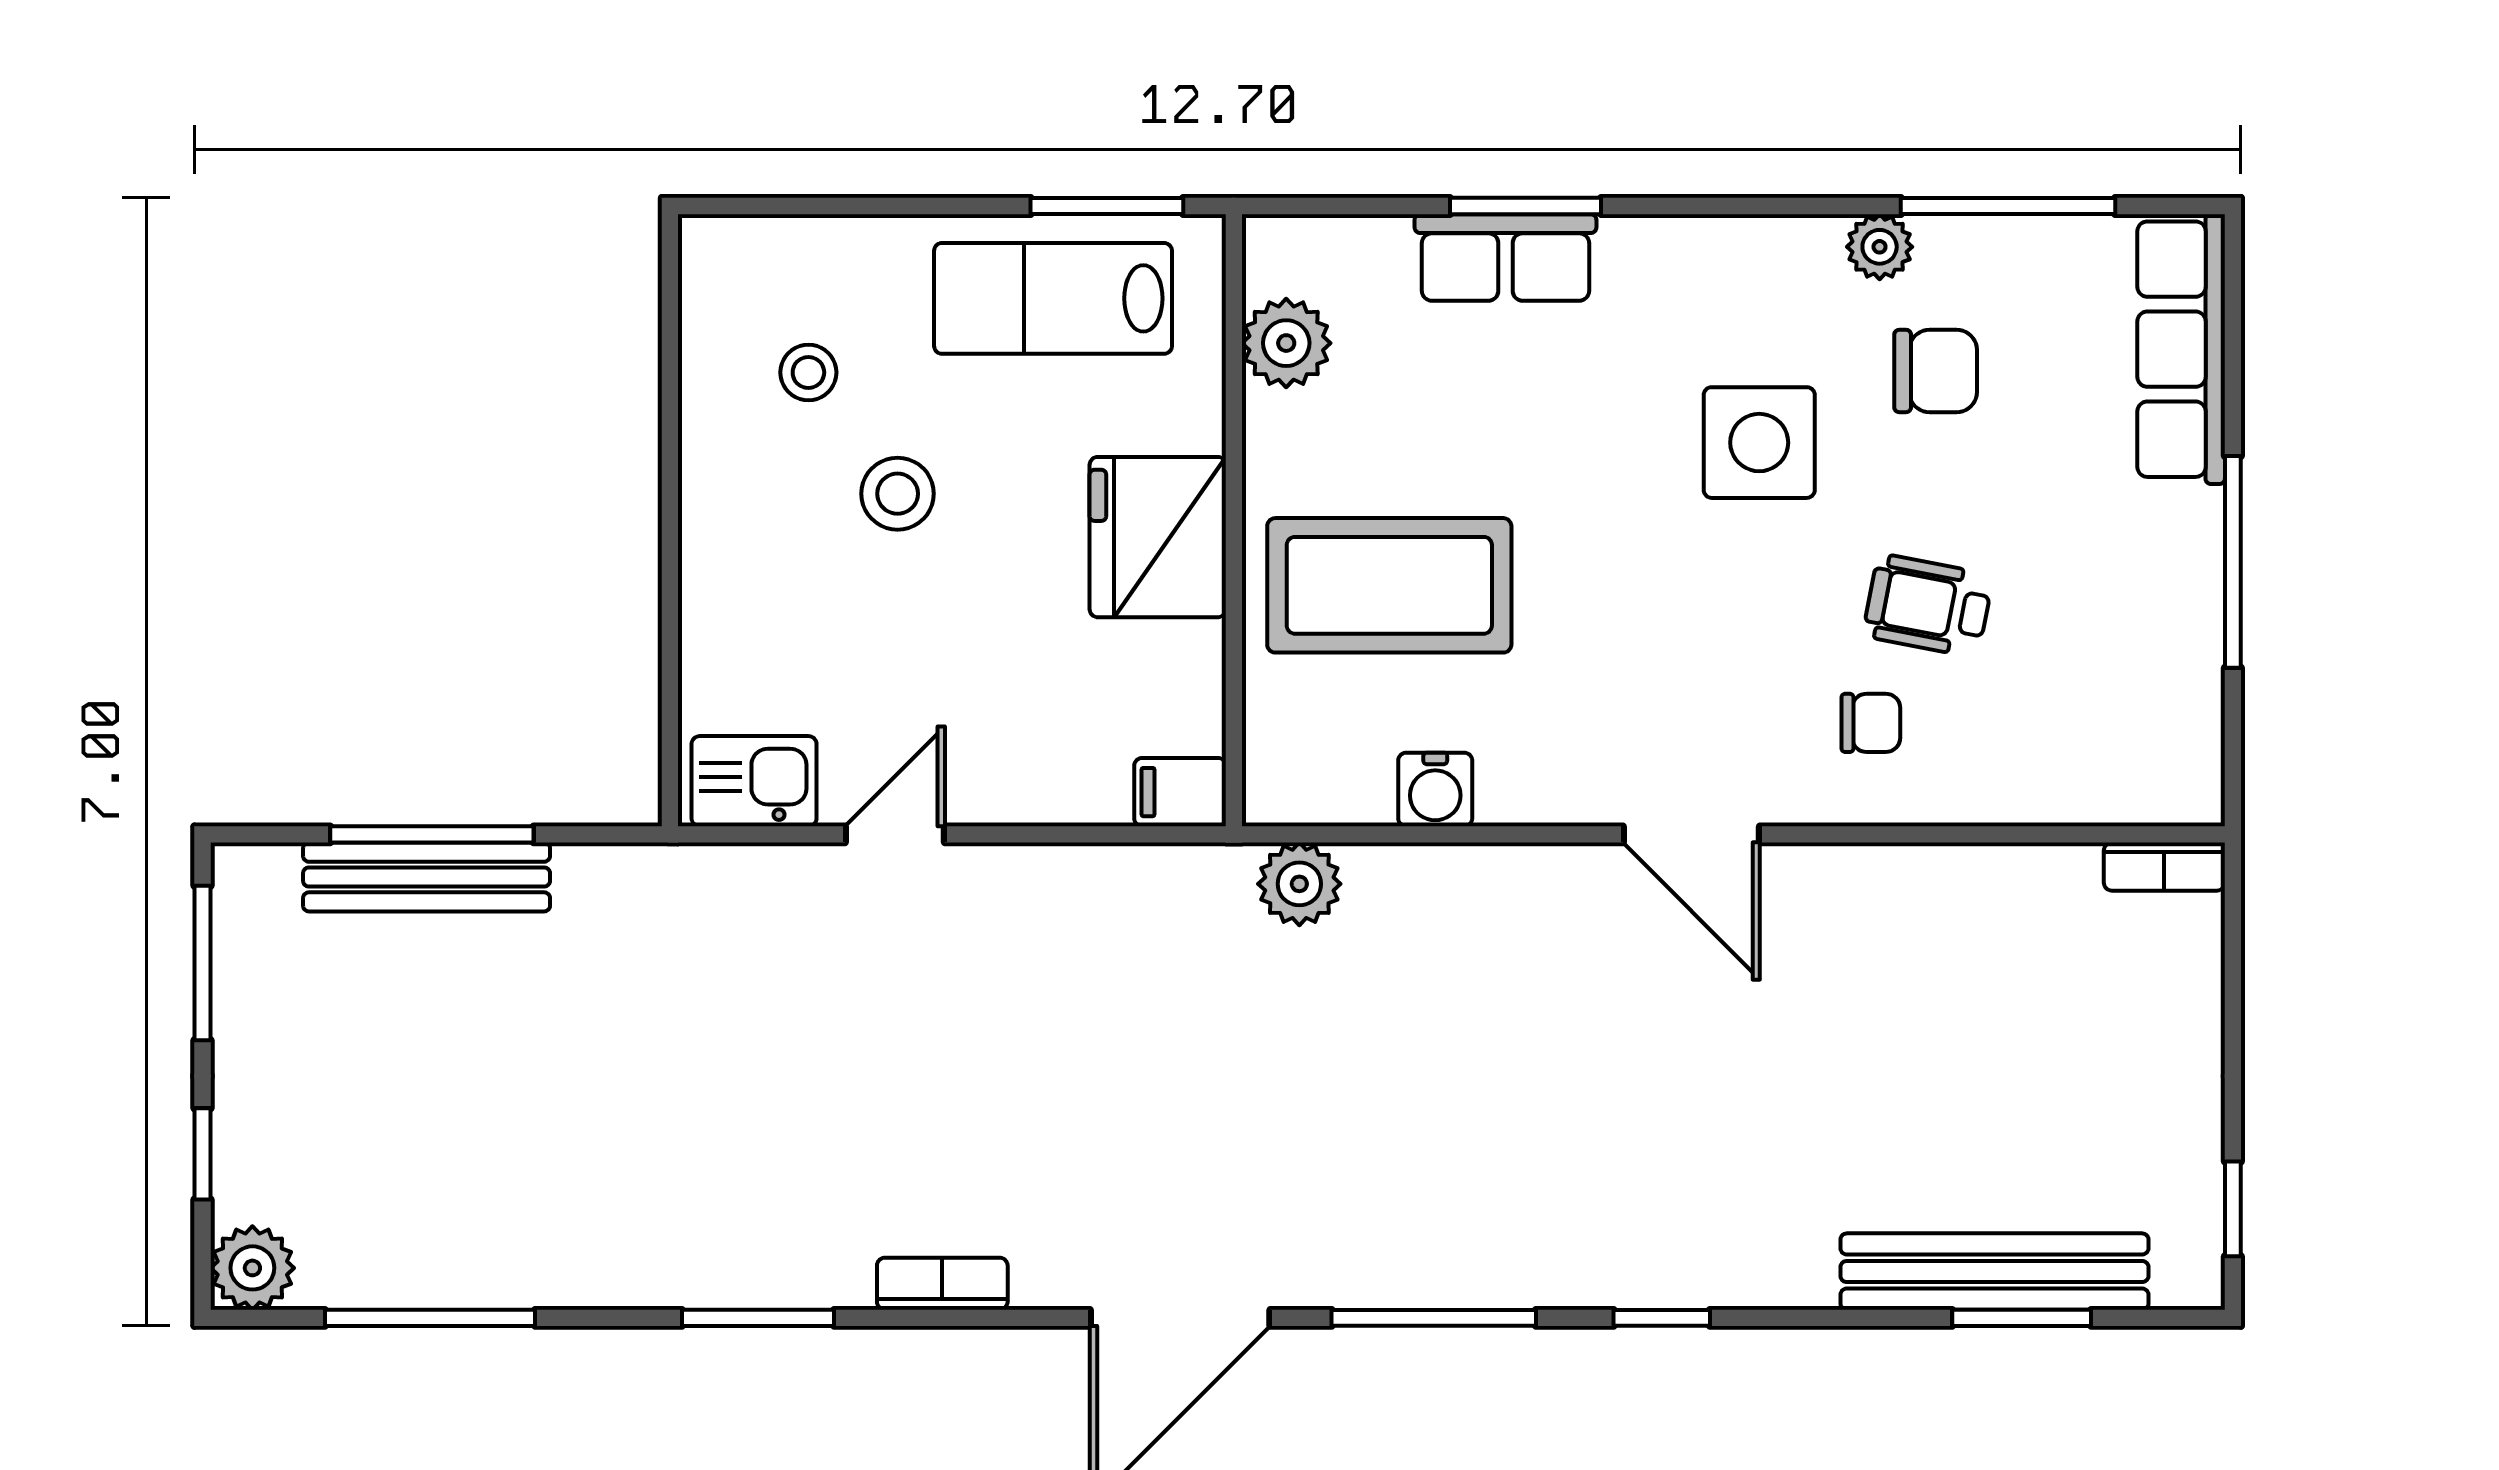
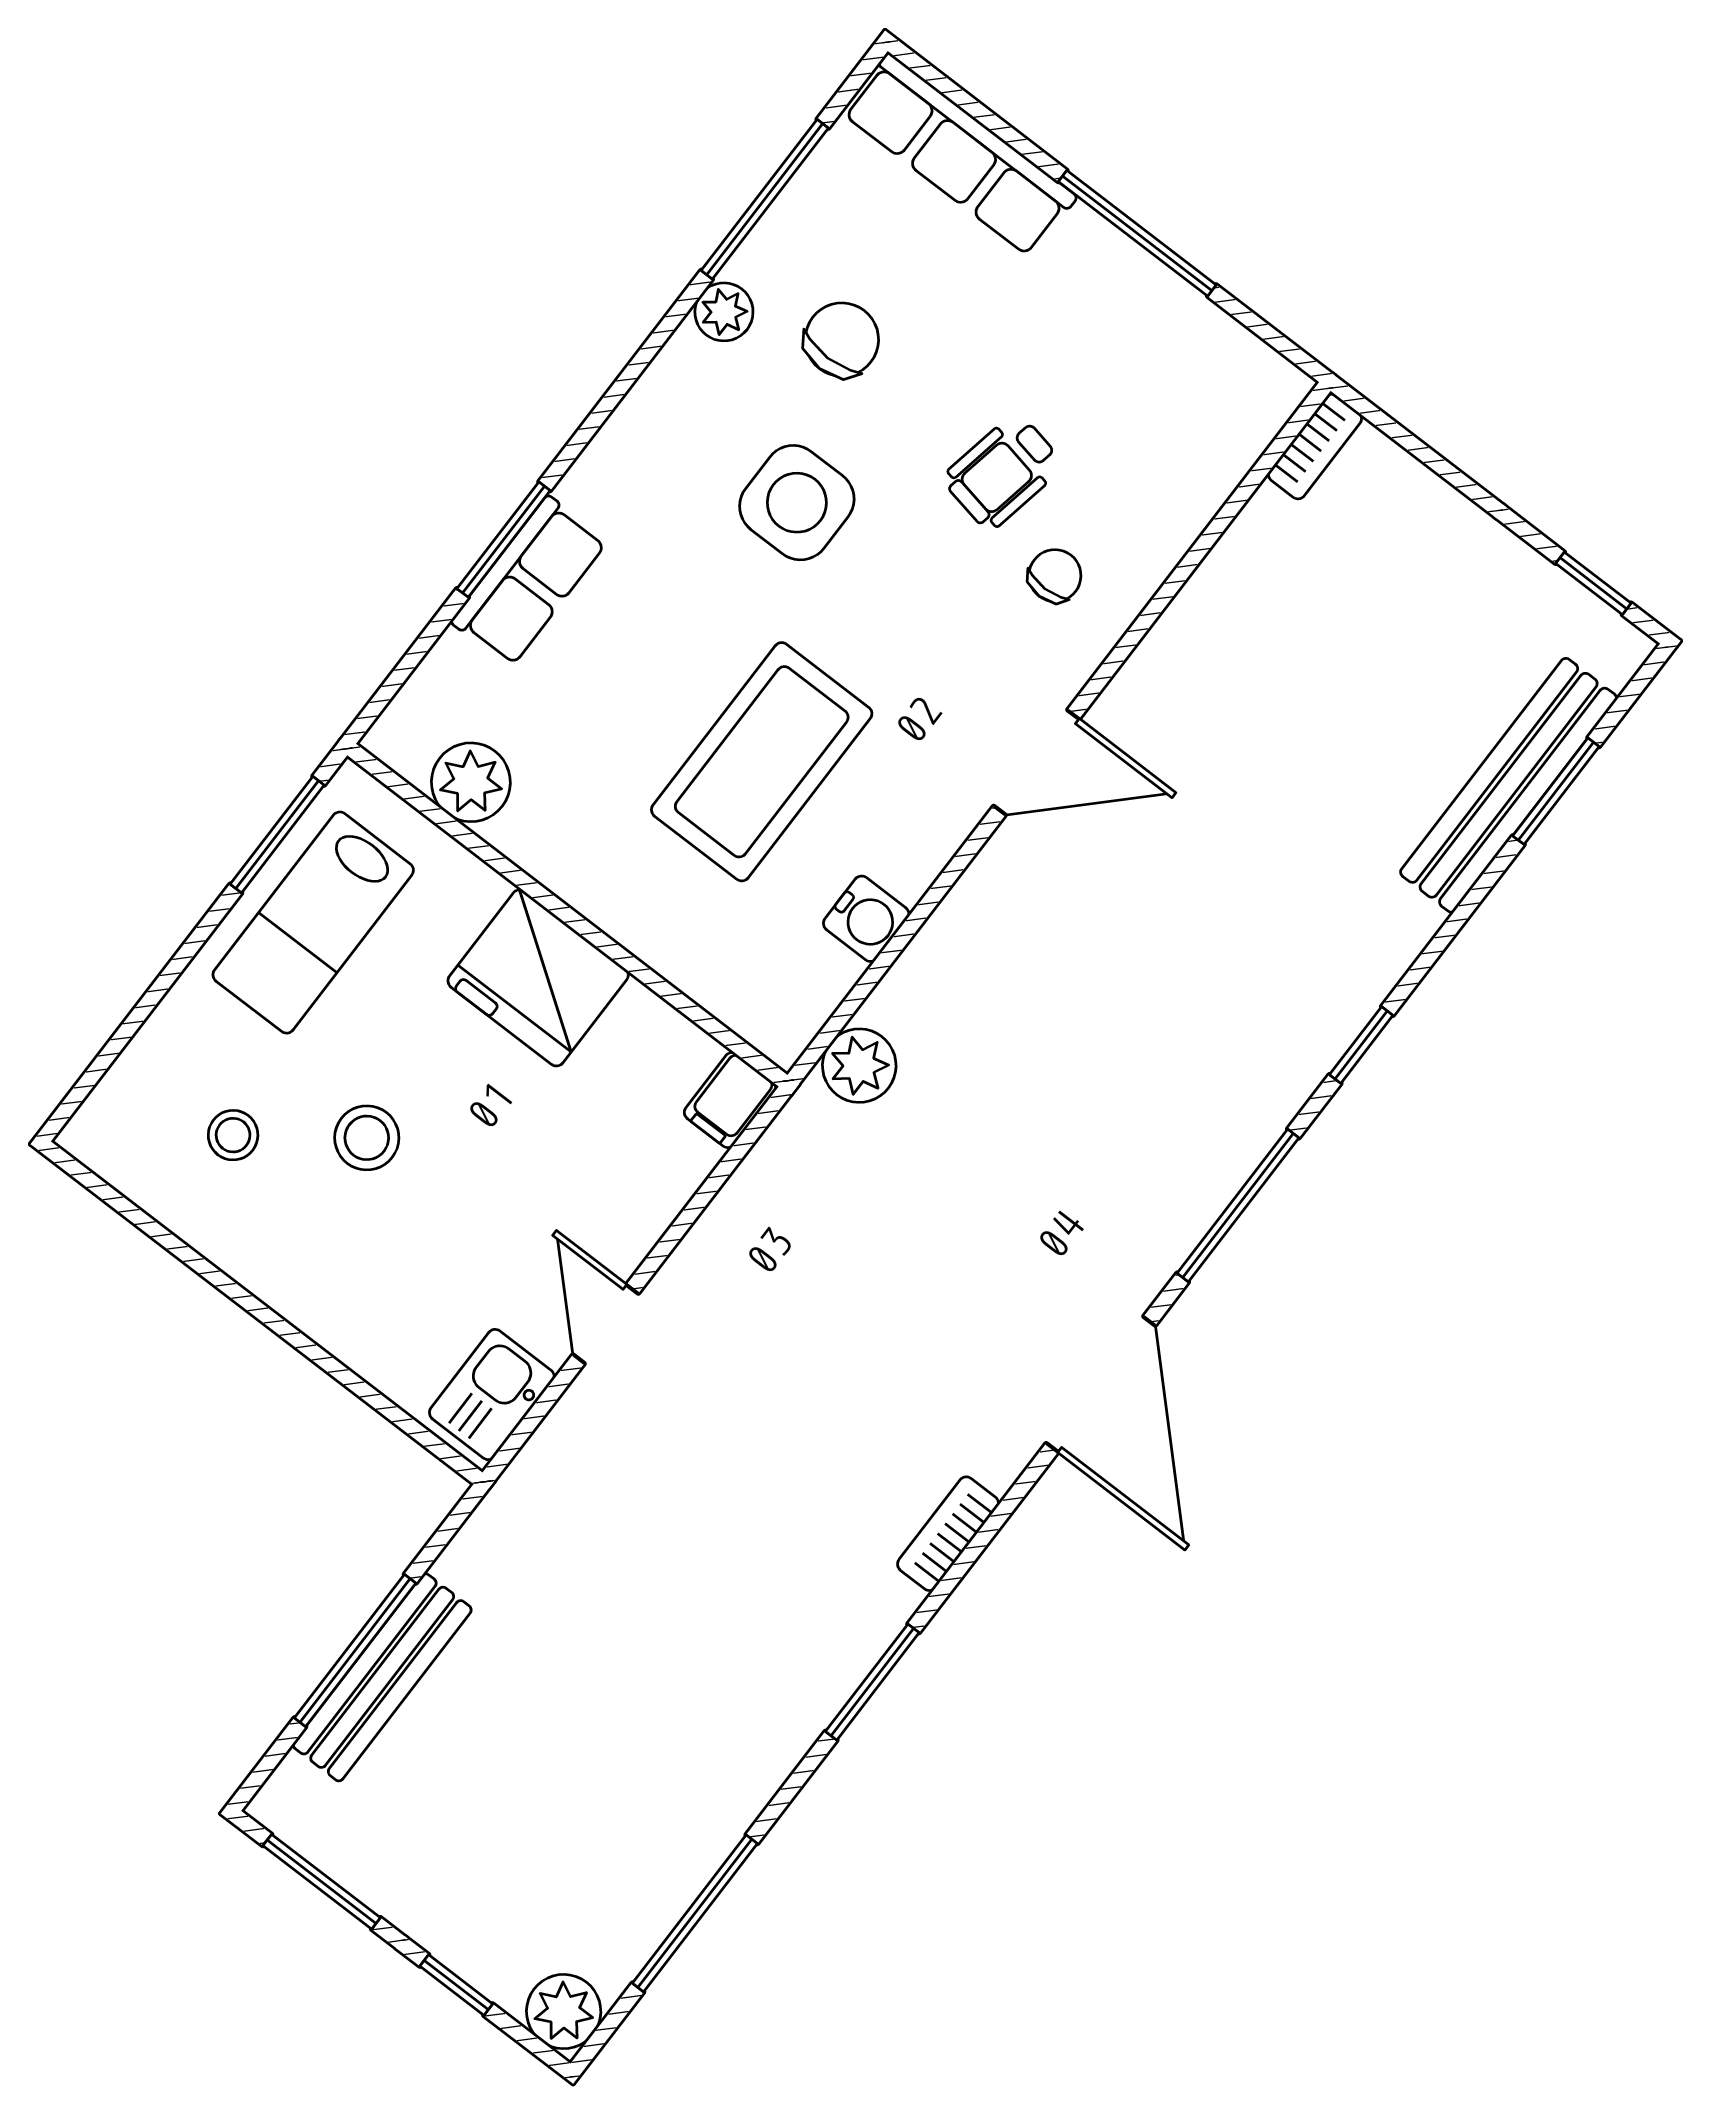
coffee table: (1389, 585) -> (762, 762), moved

